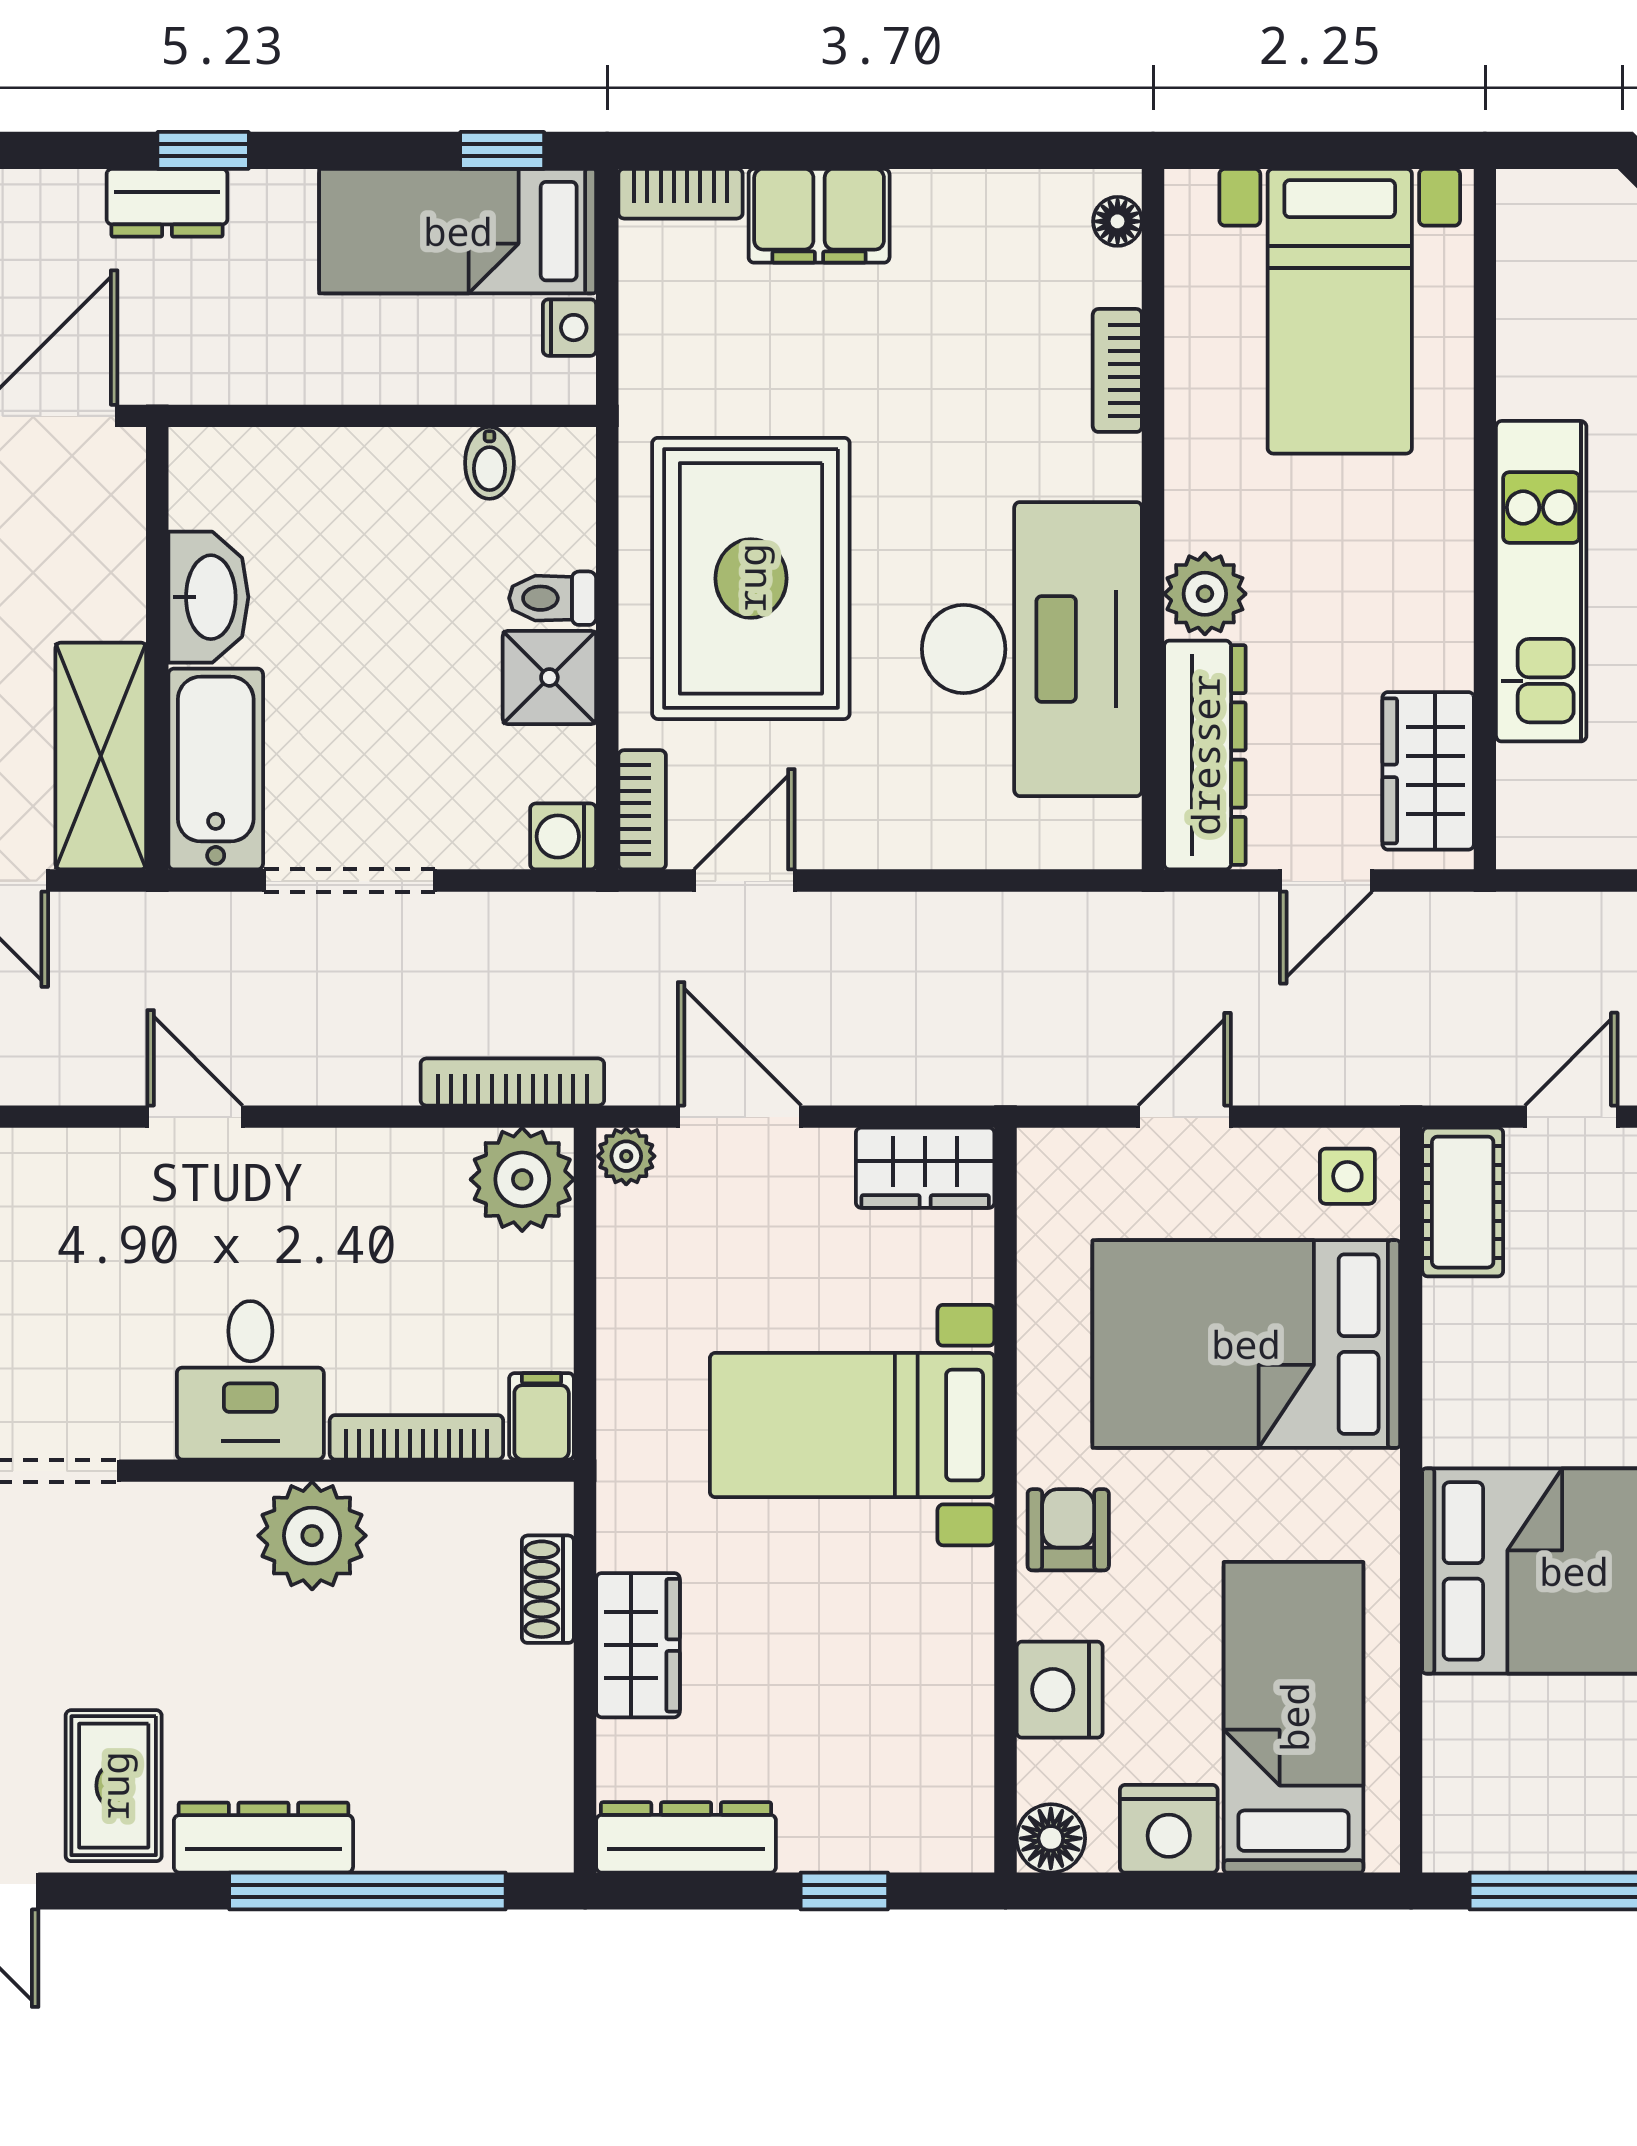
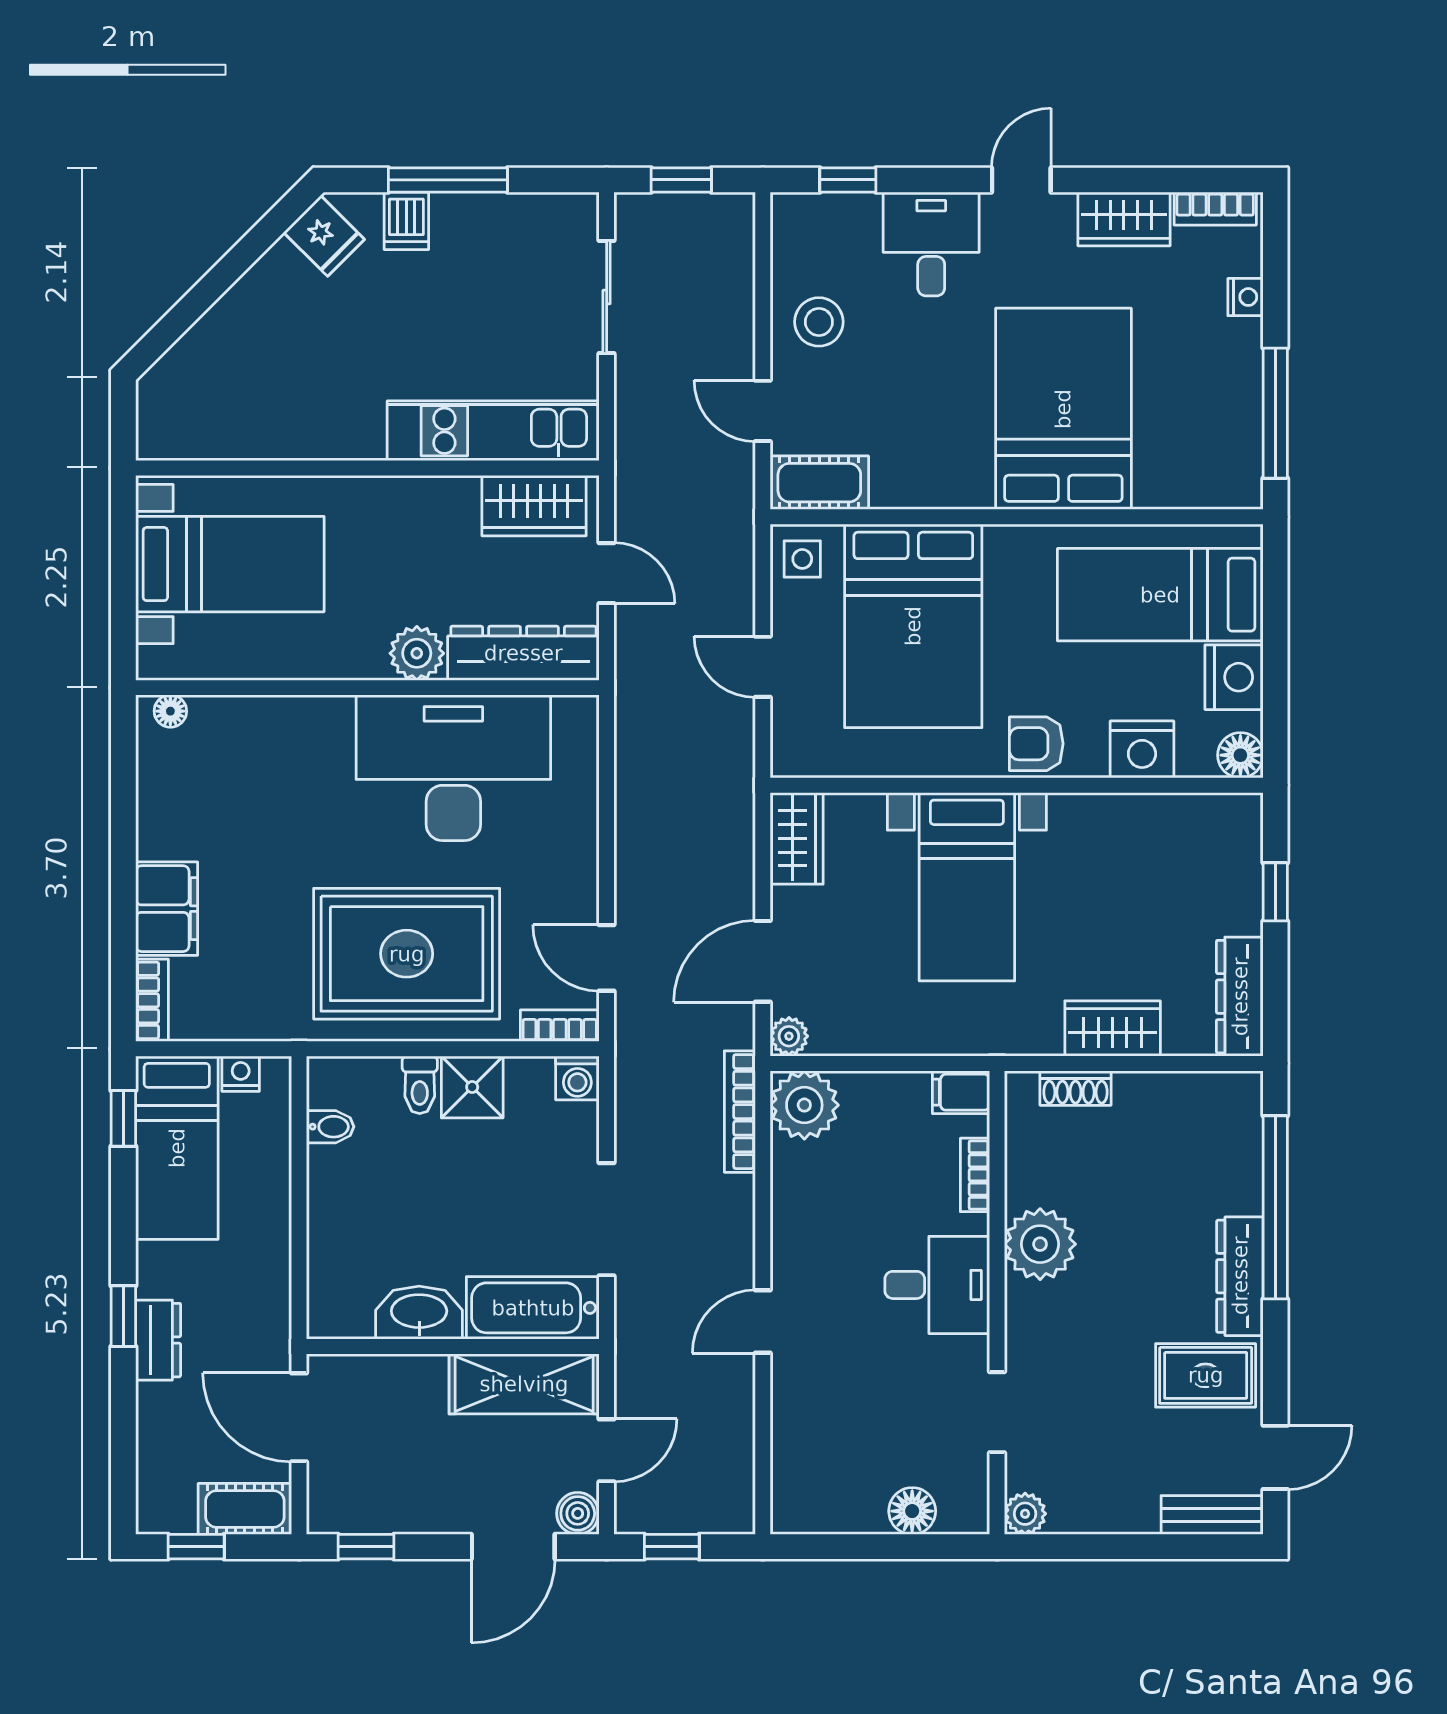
bookcase: (1117, 370) -> (269, 711), removed
kitchen unit: (1541, 581) -> (493, 431), moved
bookcase: (416, 1437) -> (975, 1175), width x0.64

